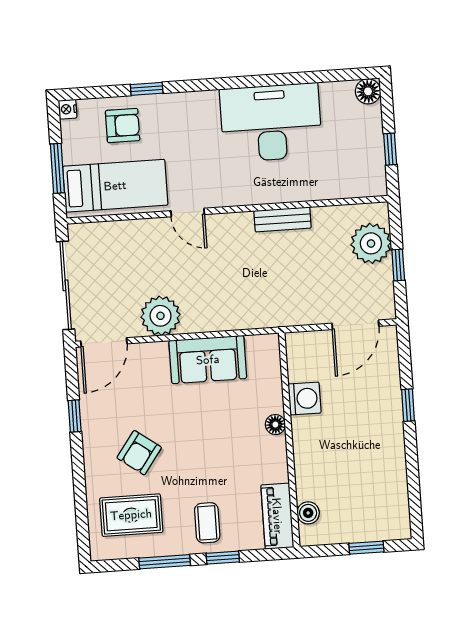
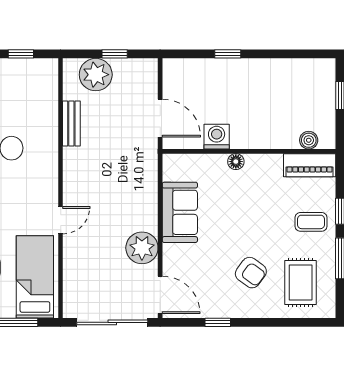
bench: (283, 219) -> (71, 124), moved
door: (355, 325) -> (160, 118), moved

